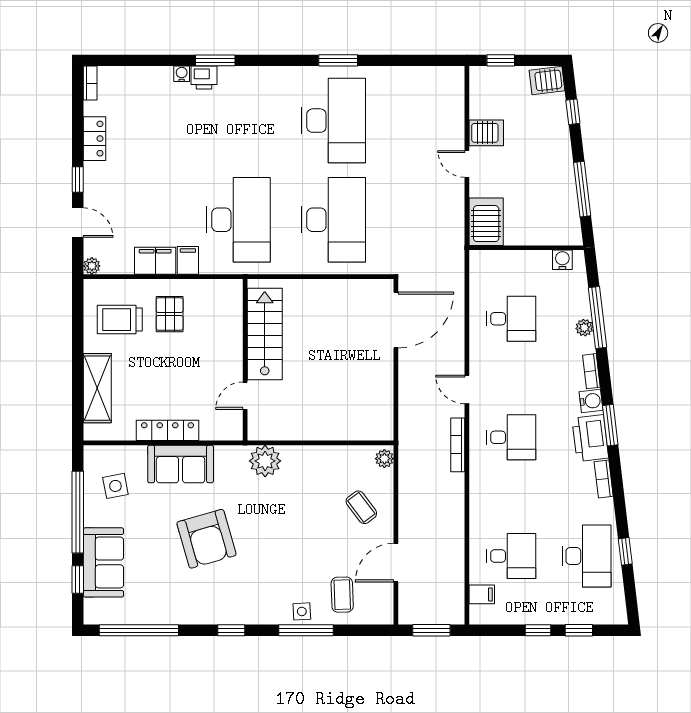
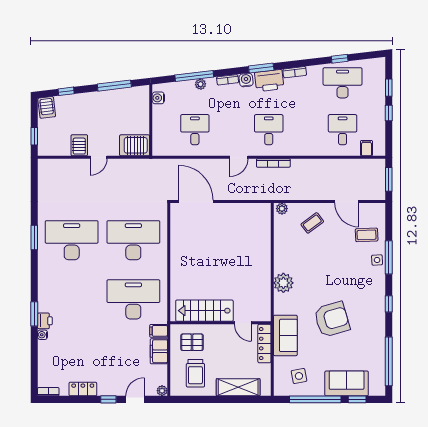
stairs: (265, 334) -> (204, 311), moved
wall: (245, 360) -> (220, 323), moved
door: (245, 396) -> (243, 323), moved

